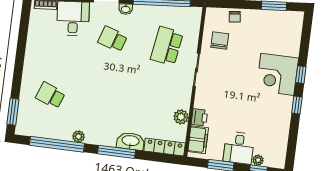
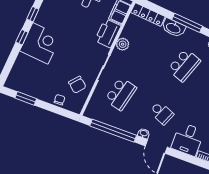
chair: (220, 40) -> (77, 85), turned -54
school desk: (105, 102) -> (184, 65), added
plant: (181, 117) -> (123, 44), moved
printer: (199, 117) -> (108, 33), width x1.87, depth x1.48

